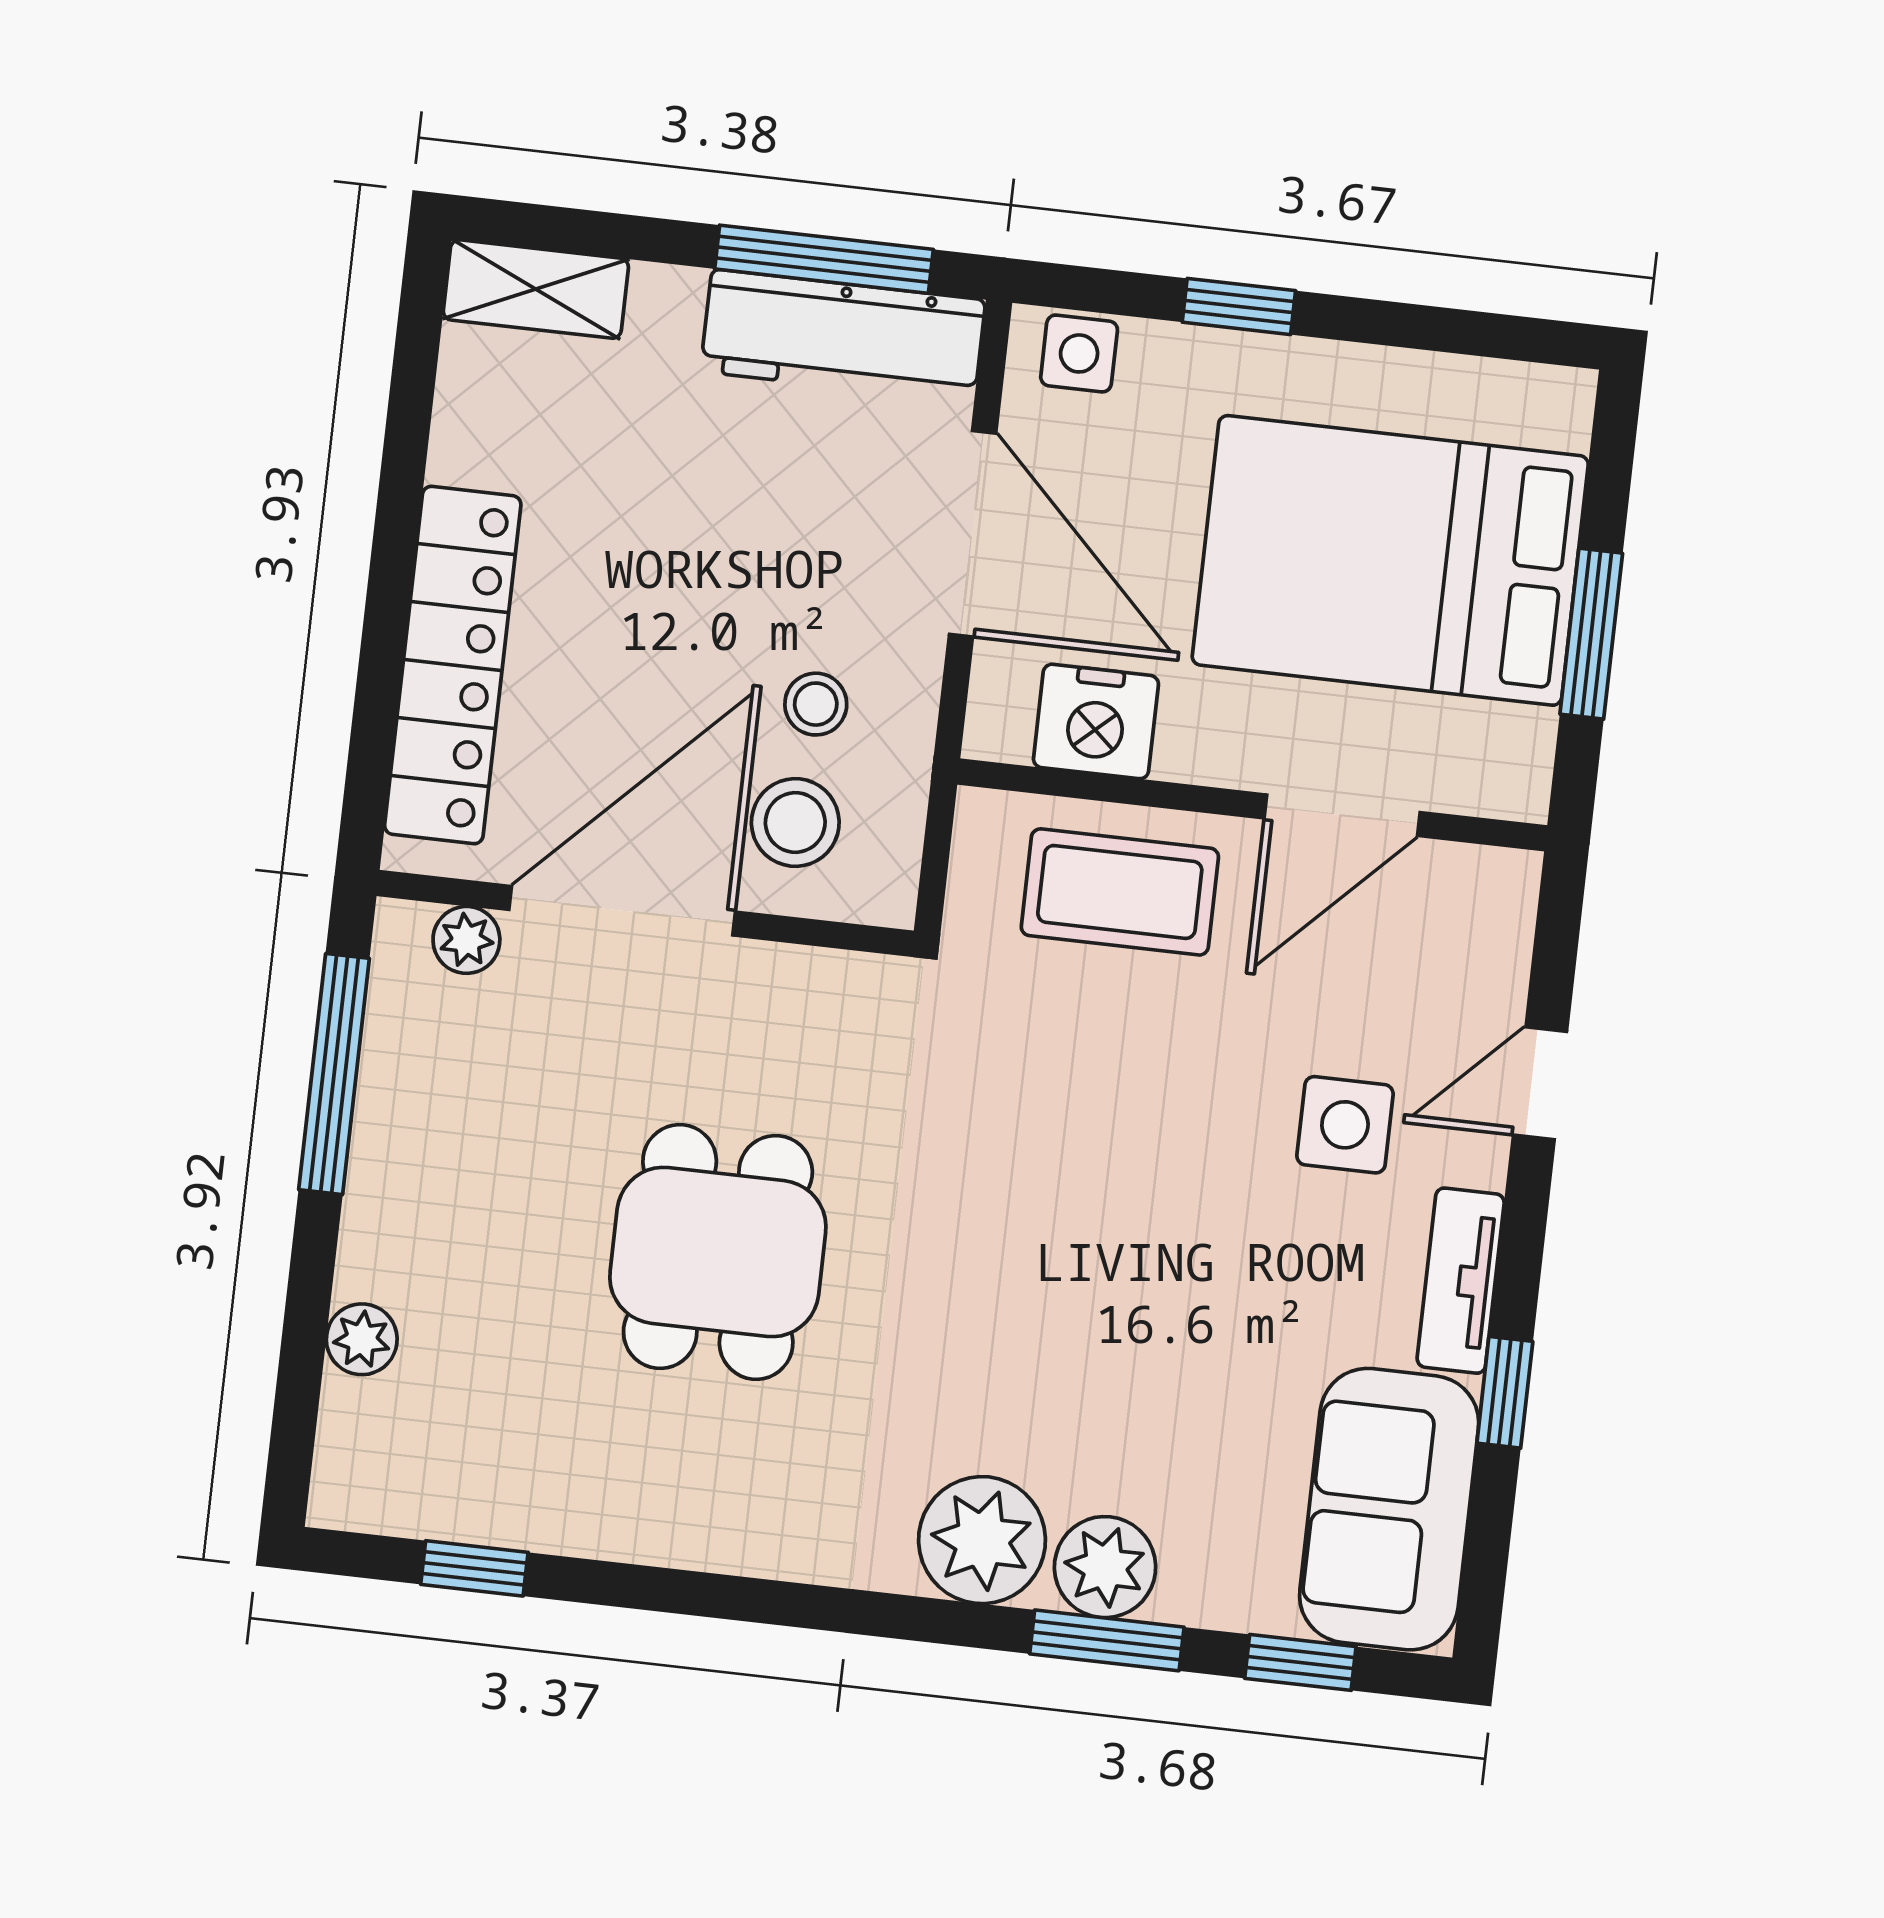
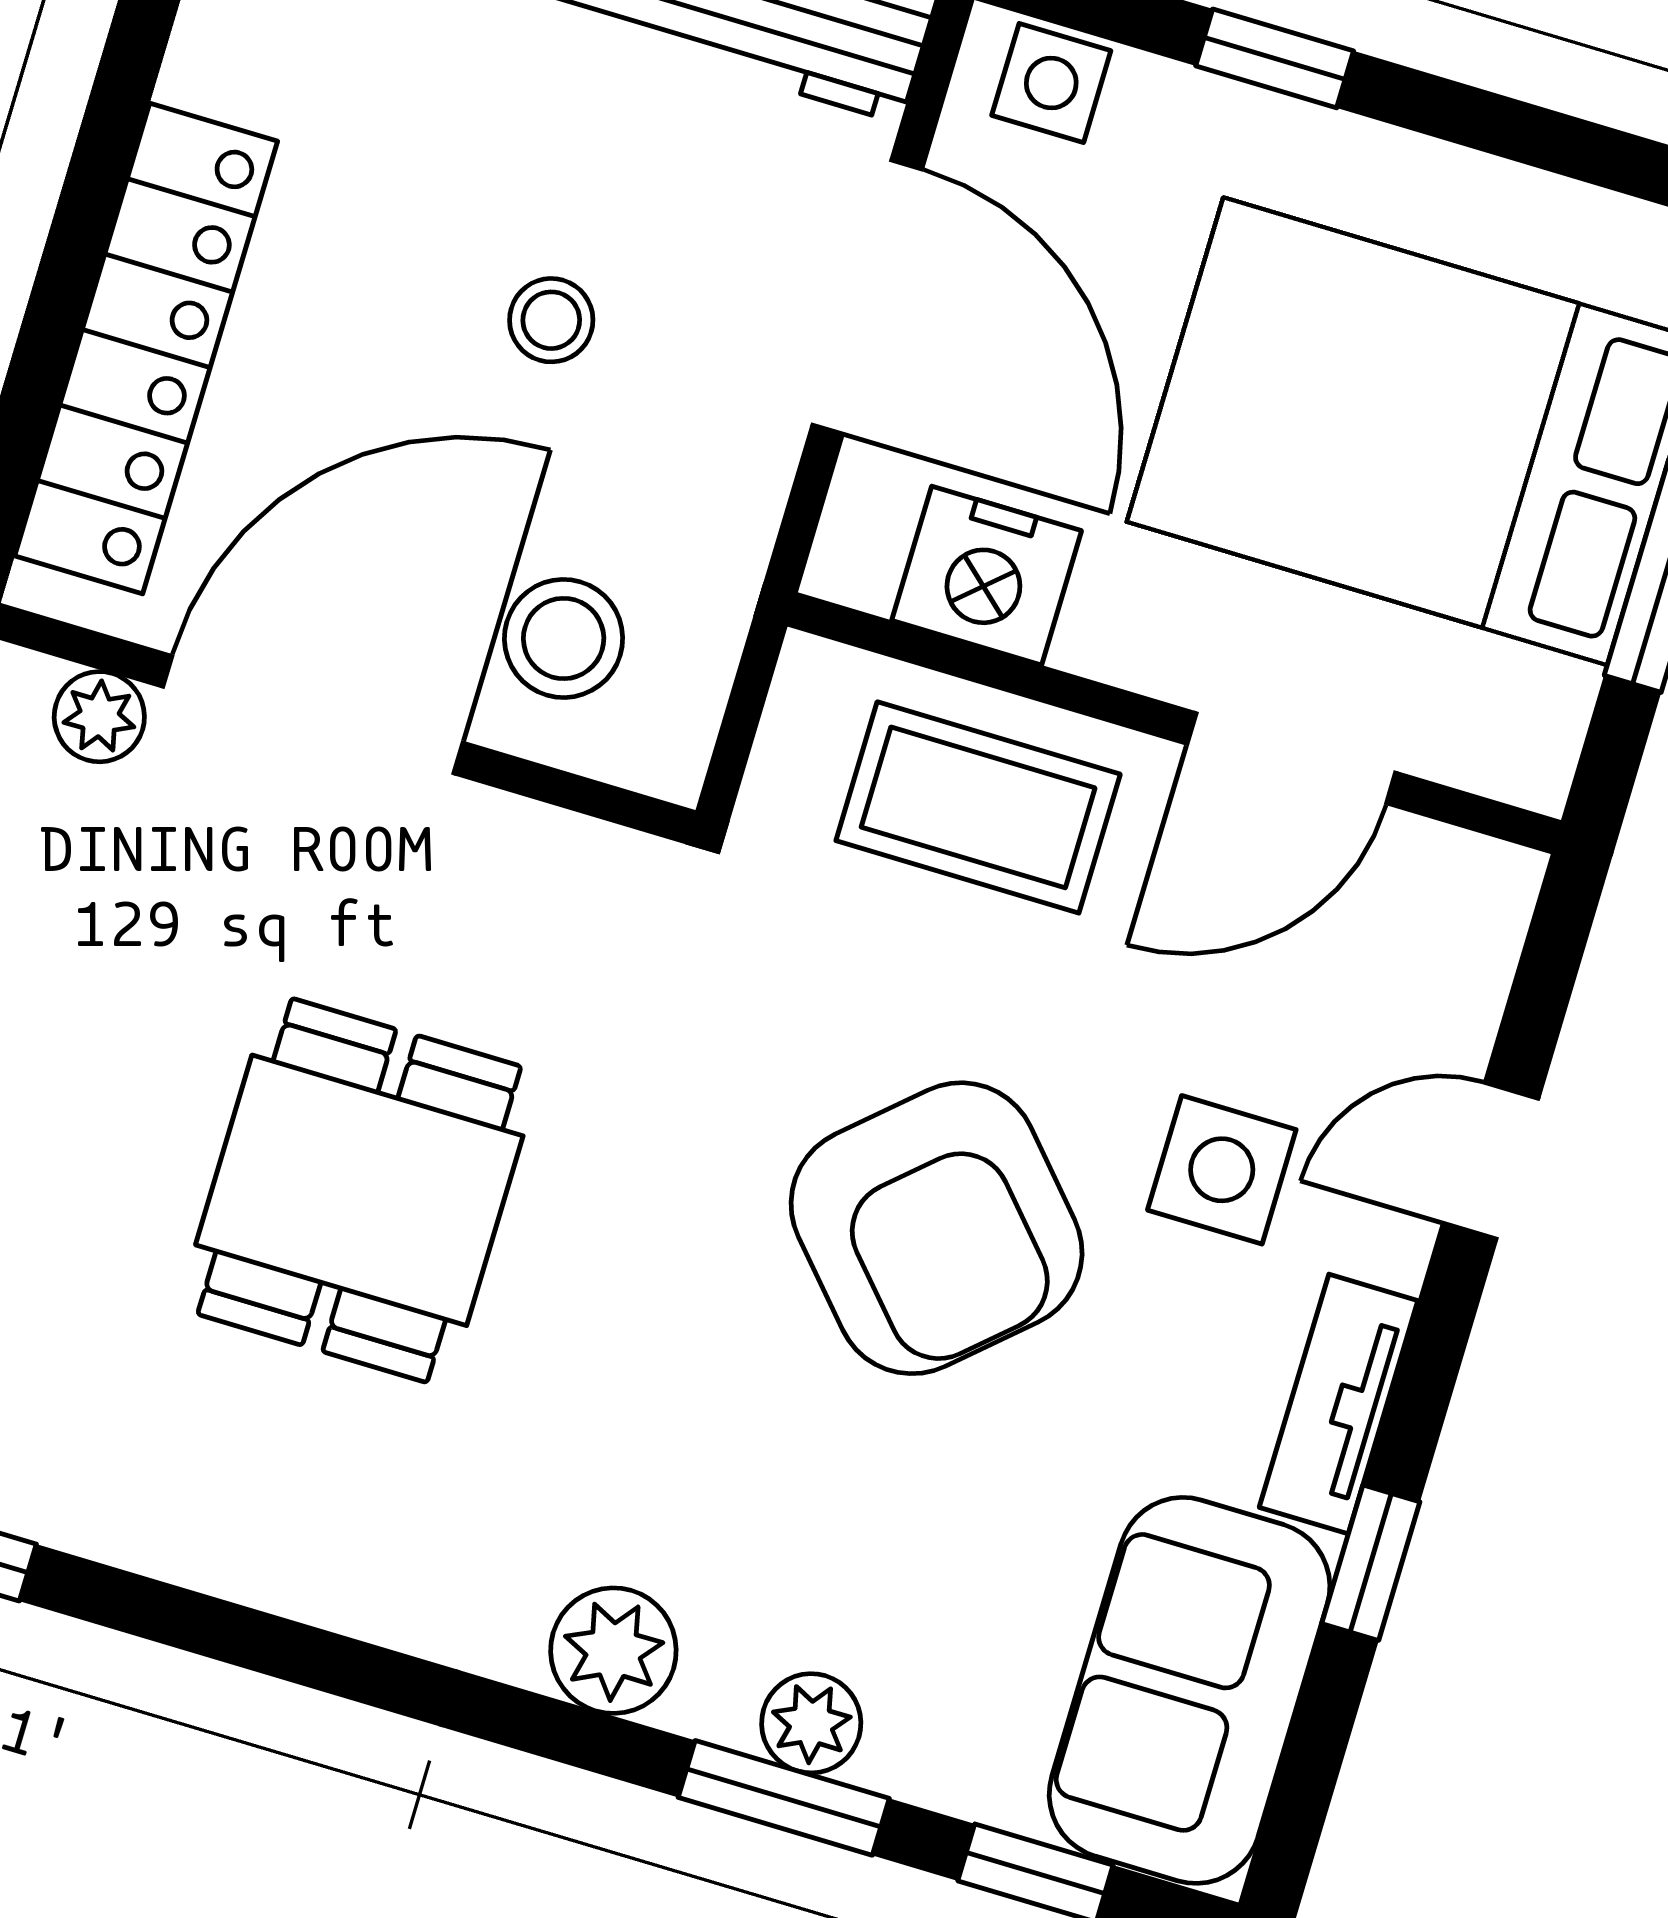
stool: (816, 704) -> (551, 320), moved
armchair: (1144, 1205) -> (937, 1228), added
plant: (982, 1540) -> (613, 1651), width x0.73, depth x0.73
plant: (1105, 1567) -> (811, 1723), width x0.73, depth x0.73

